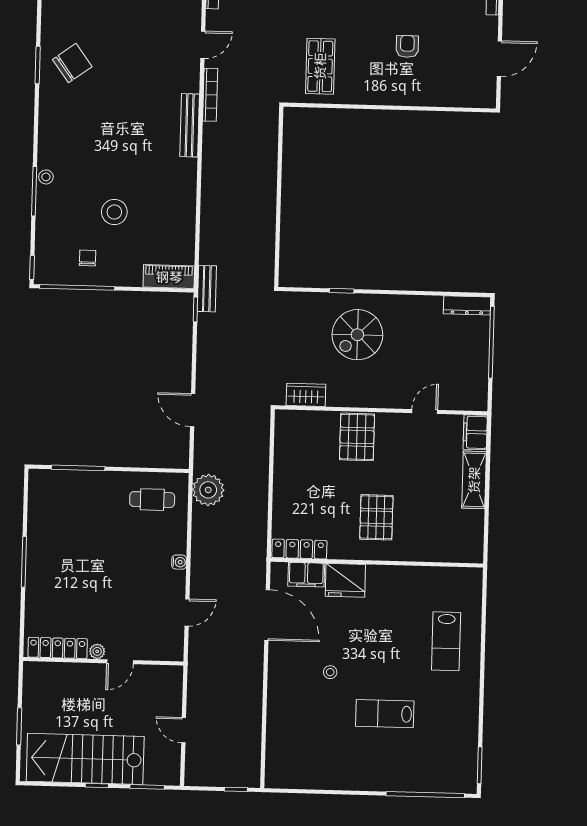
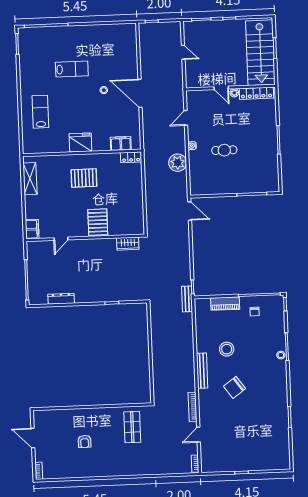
door: (499, 59) -> (33, 438), hinge flipped
chair: (72, 63) -> (235, 387), moved
bench: (190, 125) -> (202, 371), moved
stool: (114, 212) -> (227, 349), moved
piano: (169, 277) -> (225, 304), moved
dresser: (467, 305) -> (61, 299), moved
spiral stairs: (357, 335) -> (101, 279), removed
door: (193, 410) -> (190, 211), moved
shelving: (474, 480) -> (30, 179), moved
plant: (208, 490) -> (178, 163), moved
cafe table: (152, 500) -> (224, 150), moved
pallet: (376, 517) -> (84, 178), turned 90
locker: (299, 549) -> (131, 157), width x0.66
fridge: (345, 580) -> (80, 143), moved
door: (267, 615) -> (140, 93), moved
door: (120, 662) -> (221, 88), swing flipped
stairs: (85, 759) -> (260, 53), moved, turned 90

